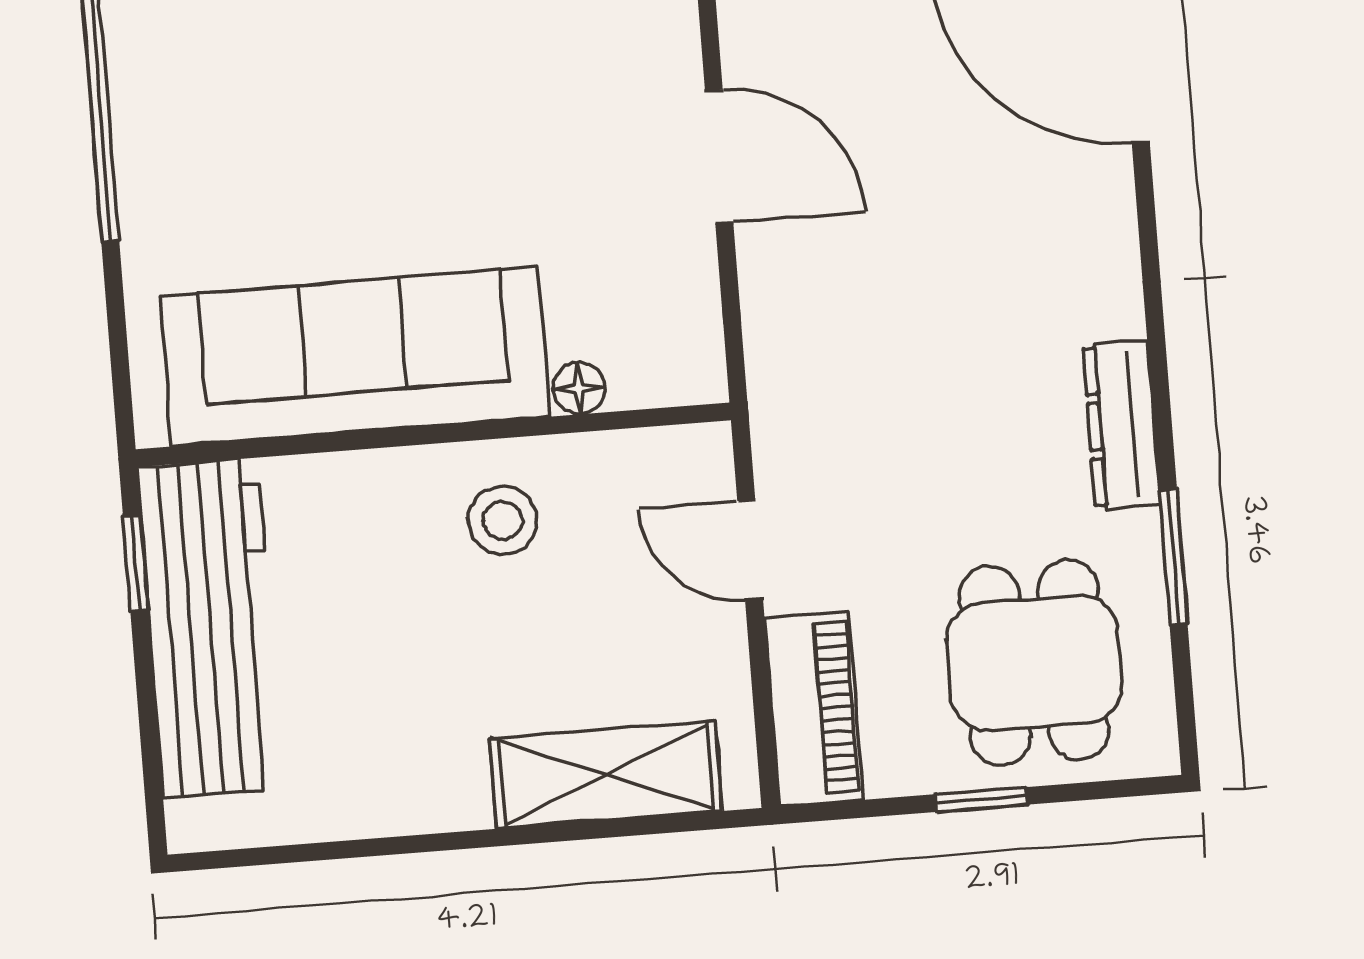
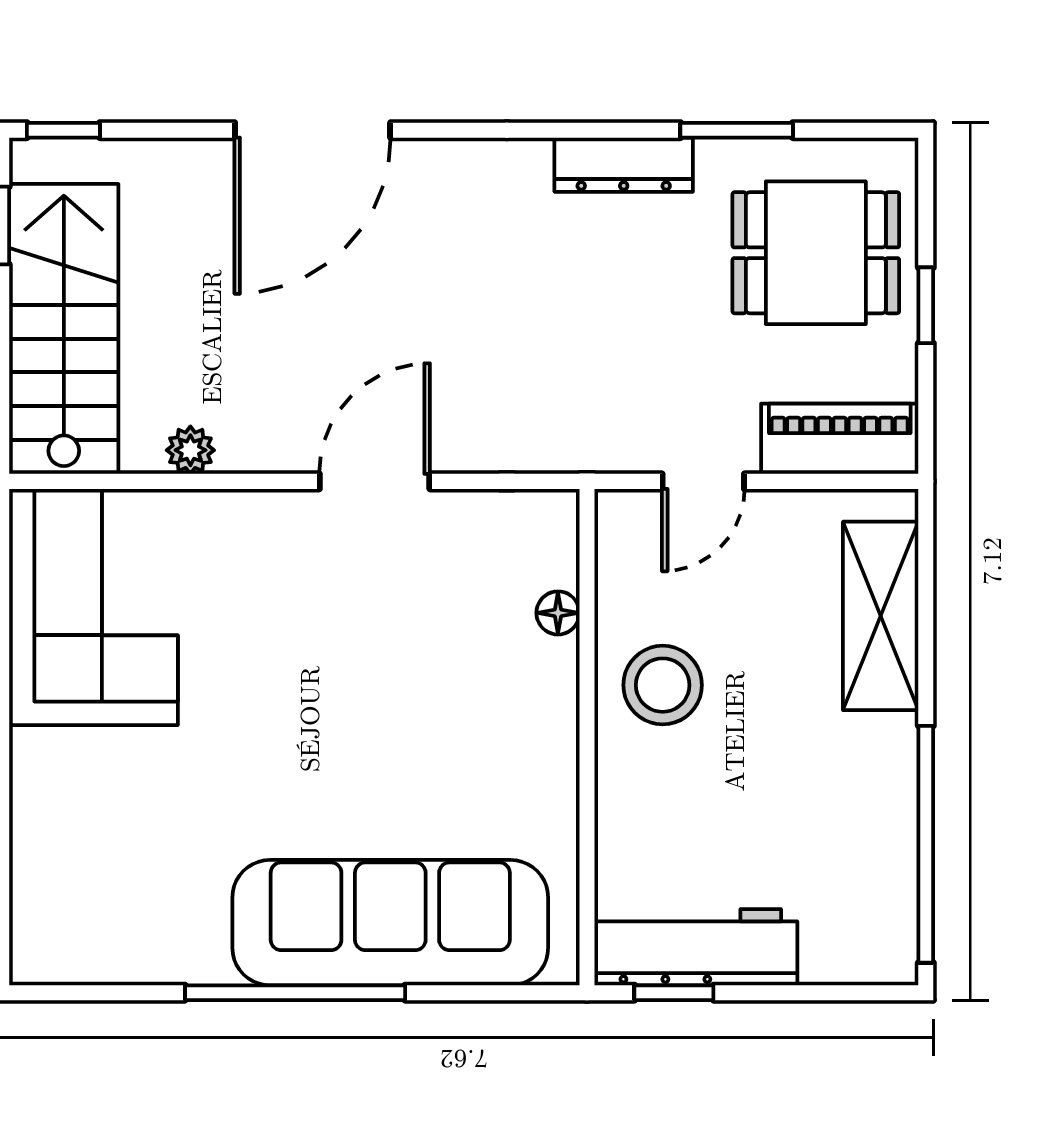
sofa: (355, 357) -> (390, 923), moved, turned 90
stool: (503, 520) -> (663, 685), width x1.38, depth x1.38
workbench: (210, 628) -> (696, 947), width x0.73, depth x0.76
window: (337, 850) -> (926, 844), added

